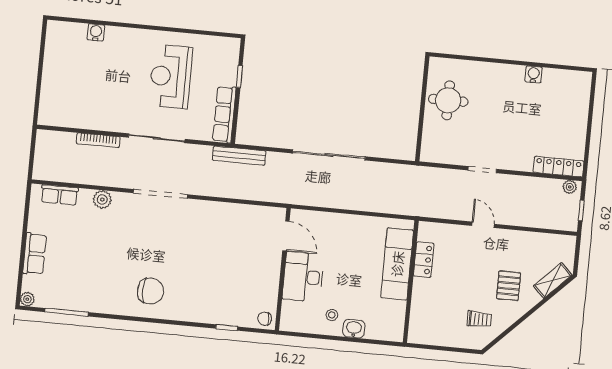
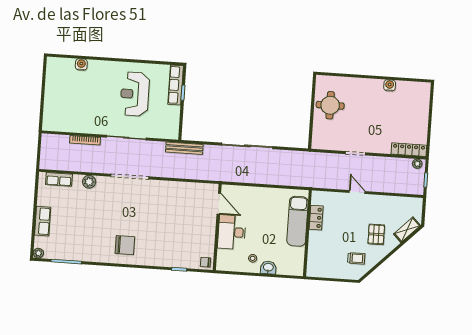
row of seats: (224, 114) -> (176, 85), moved

